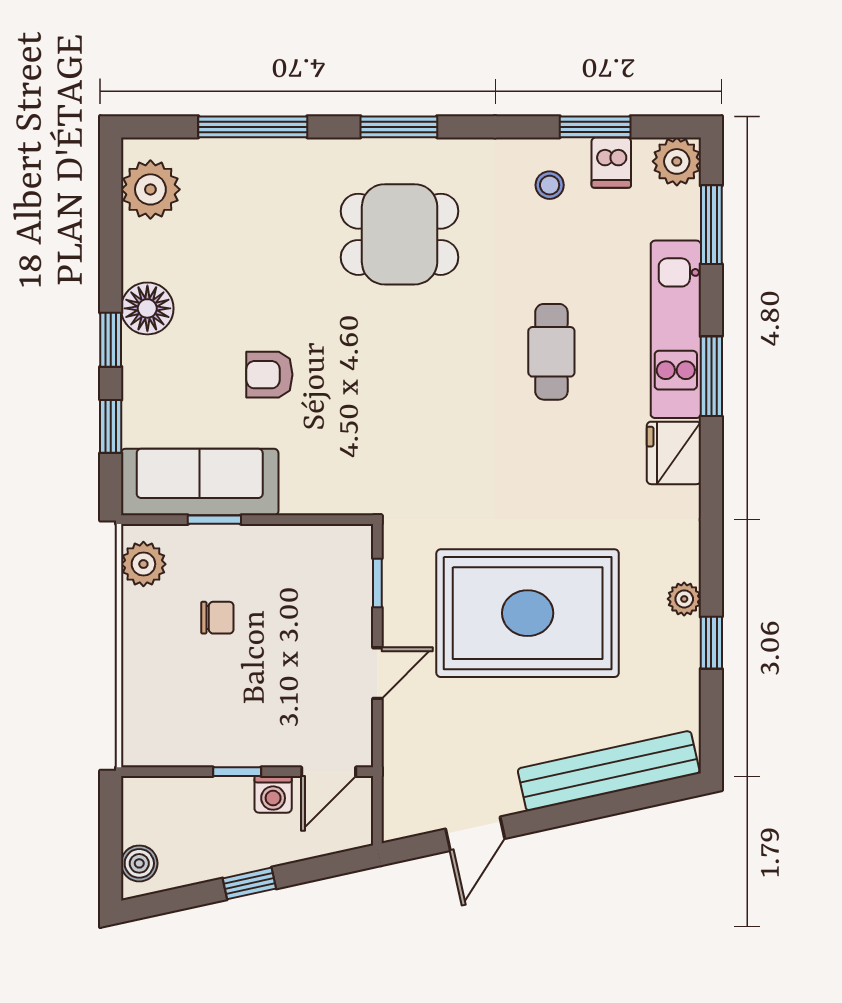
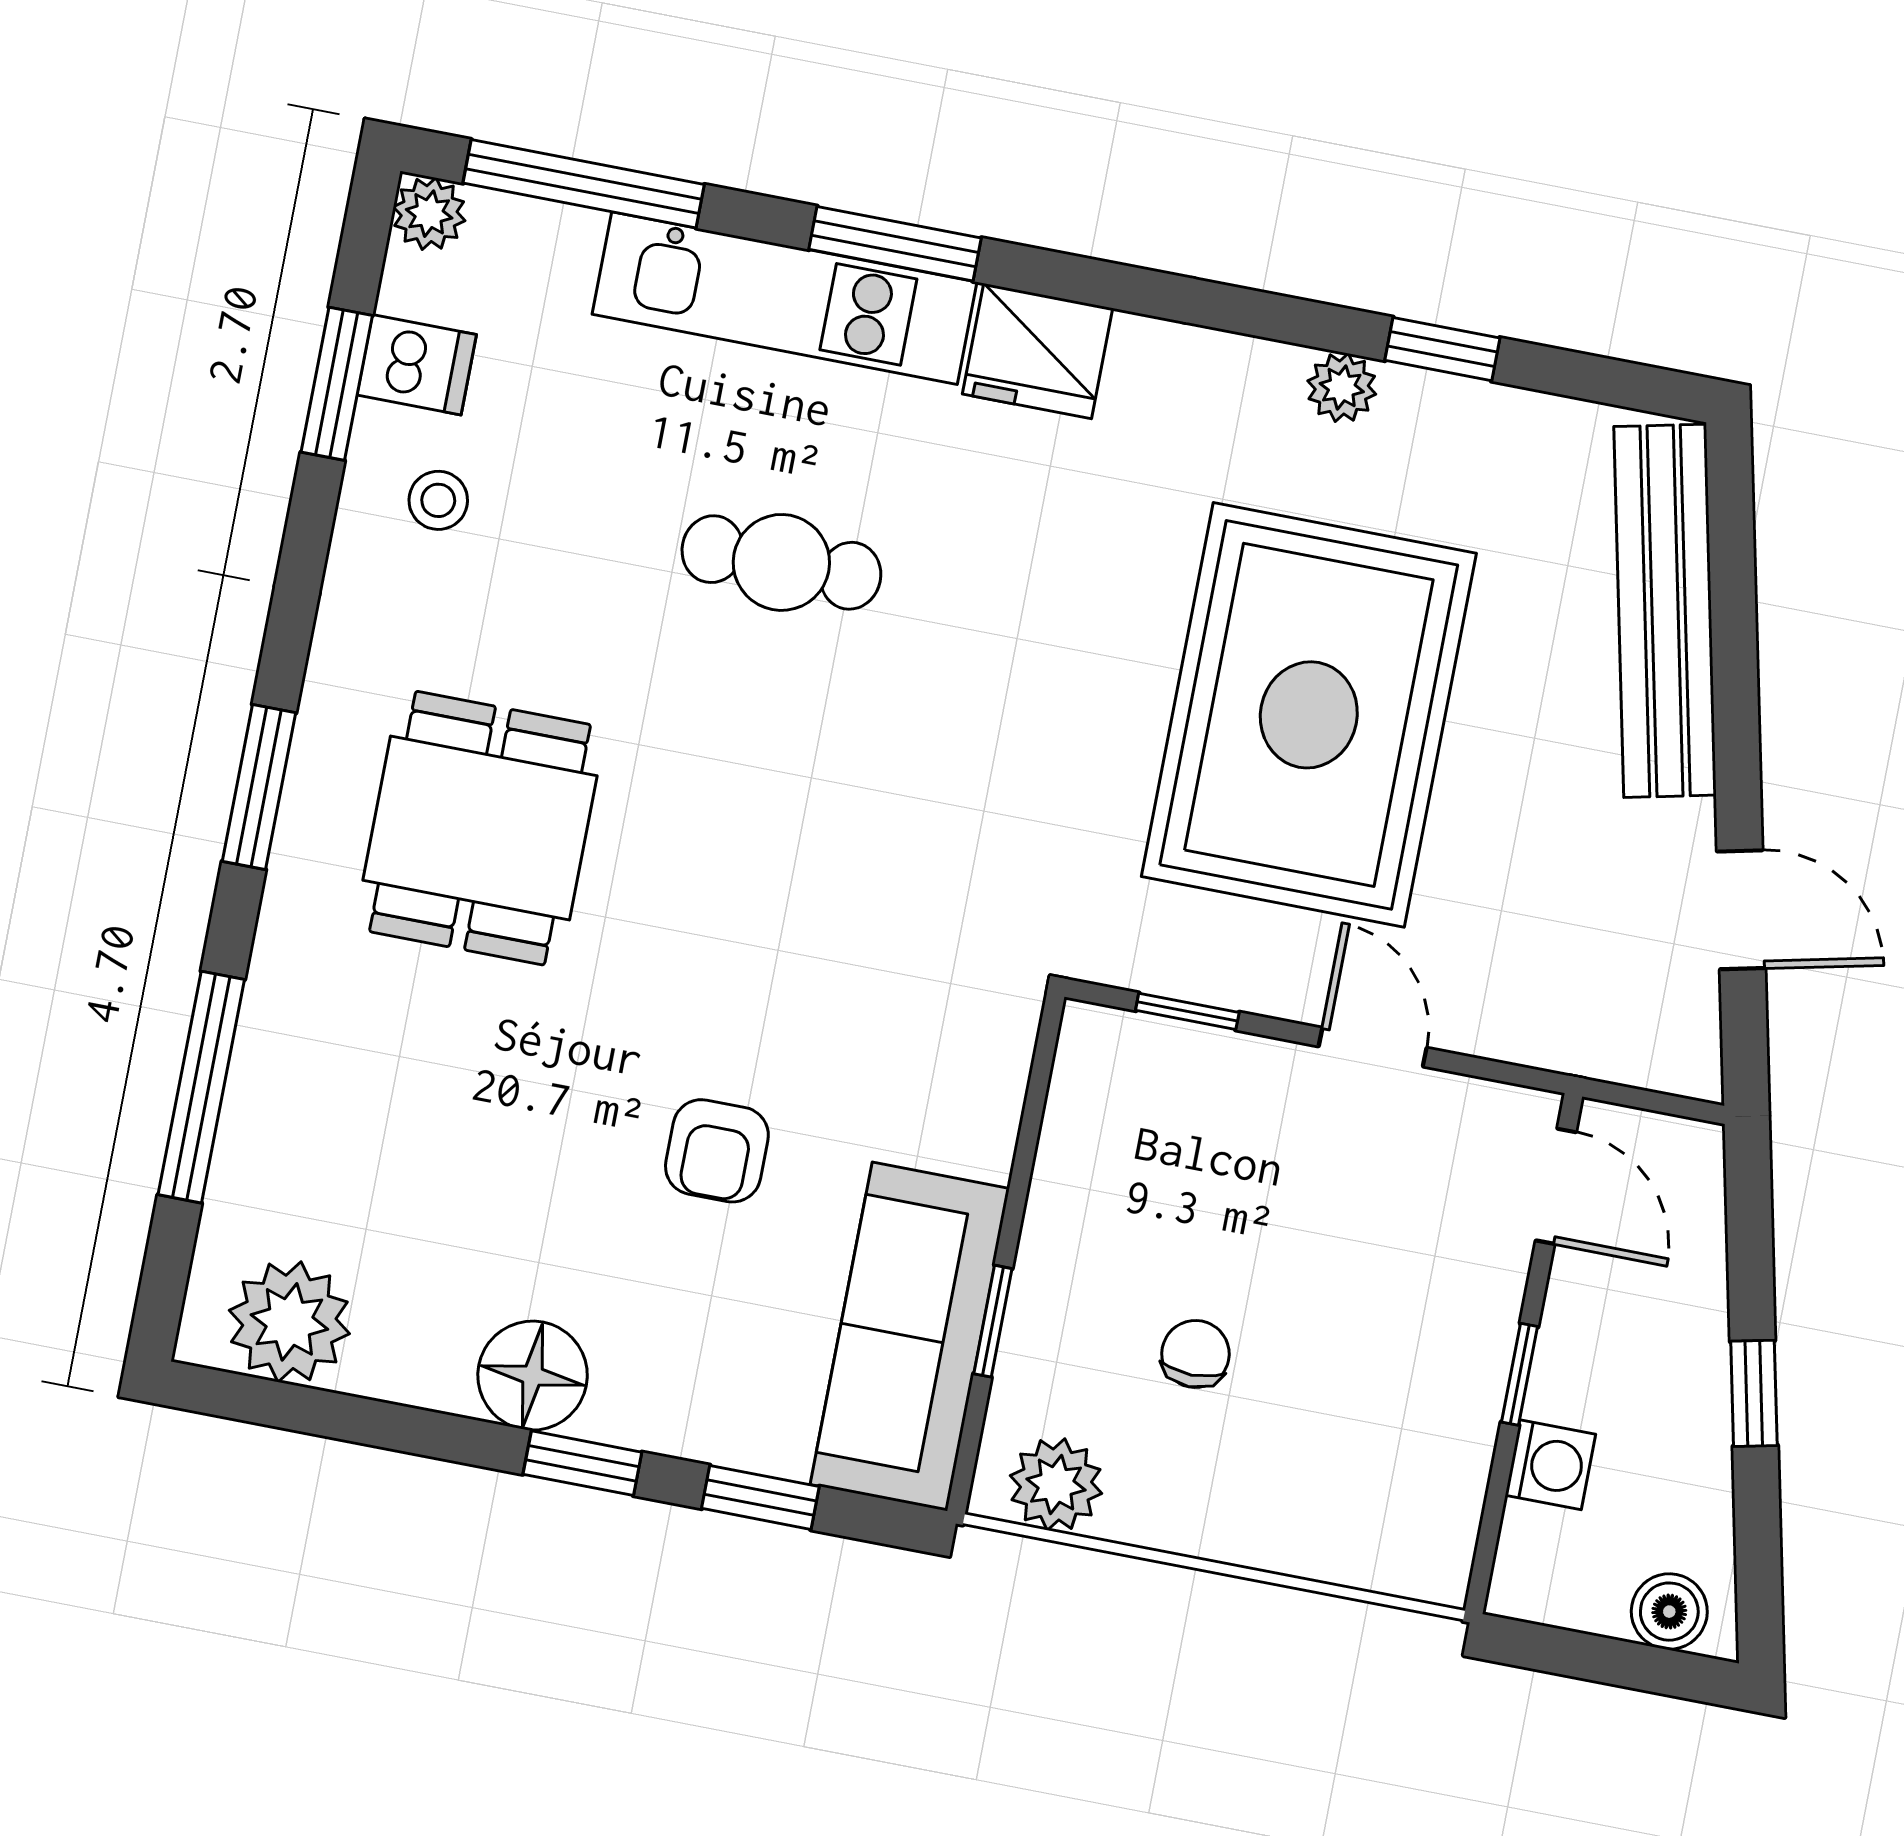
plant: (677, 161) -> (429, 214), width x0.73, depth x0.73
window: (711, 225) -> (584, 184), width x1.44
washing machine: (273, 794) -> (1550, 1465), moved

